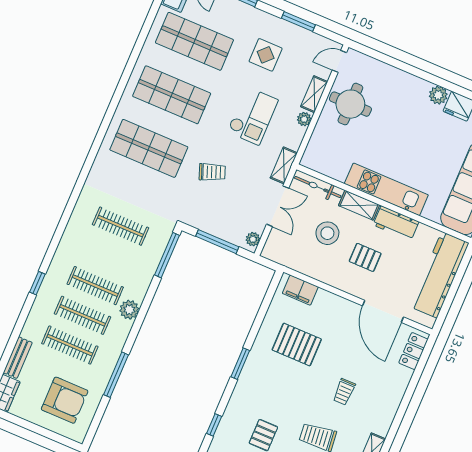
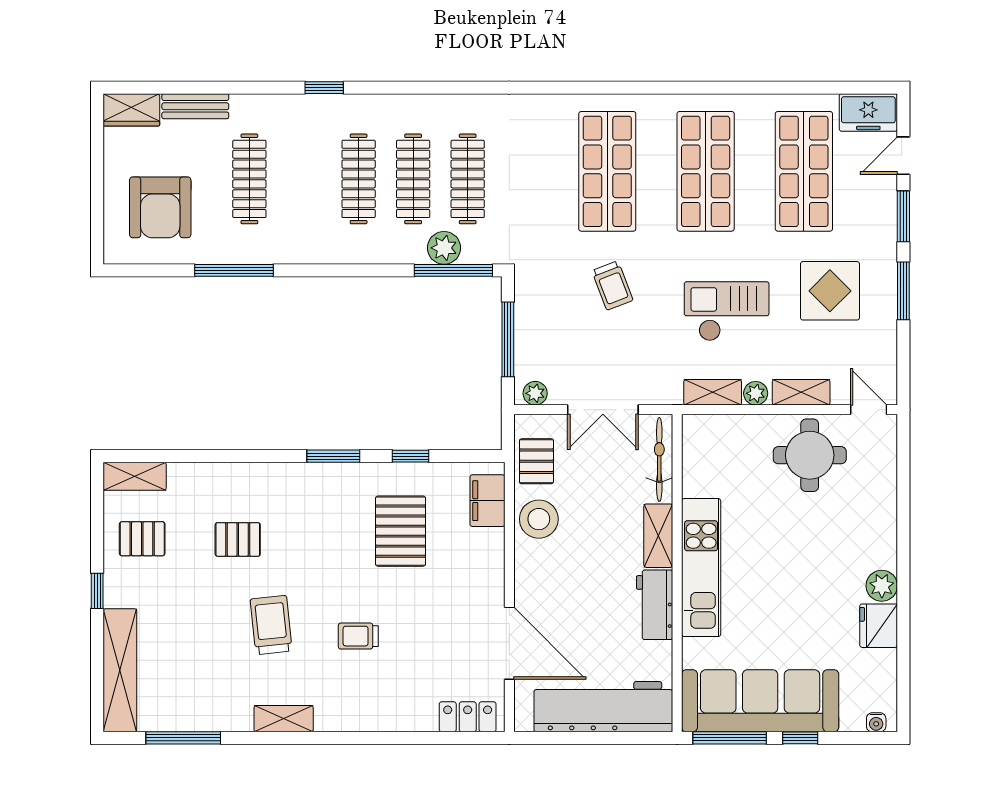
window: (298, 22) -> (903, 291), moved
display table: (266, 55) -> (830, 291), width x1.36, depth x1.36
checkout: (253, 116) -> (727, 311), turned 180
shelving: (284, 165) -> (713, 392), moved
stool: (327, 233) -> (539, 519), moved
pallet: (365, 257) -> (536, 461), moved
plant: (129, 310) -> (444, 248), moved
door: (383, 311) -> (509, 643), swing flipped
clothes rail: (83, 315) -> (413, 179), moved
window: (214, 425) -> (411, 456), moved

